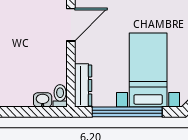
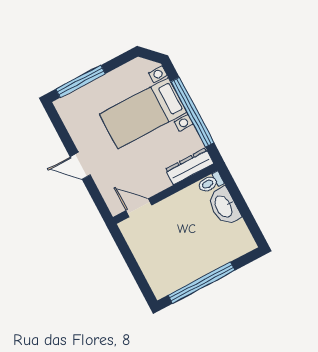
door: (71, 25) -> (139, 208), width x0.73
washbasin: (43, 100) -> (224, 206), width x1.91, depth x1.45

